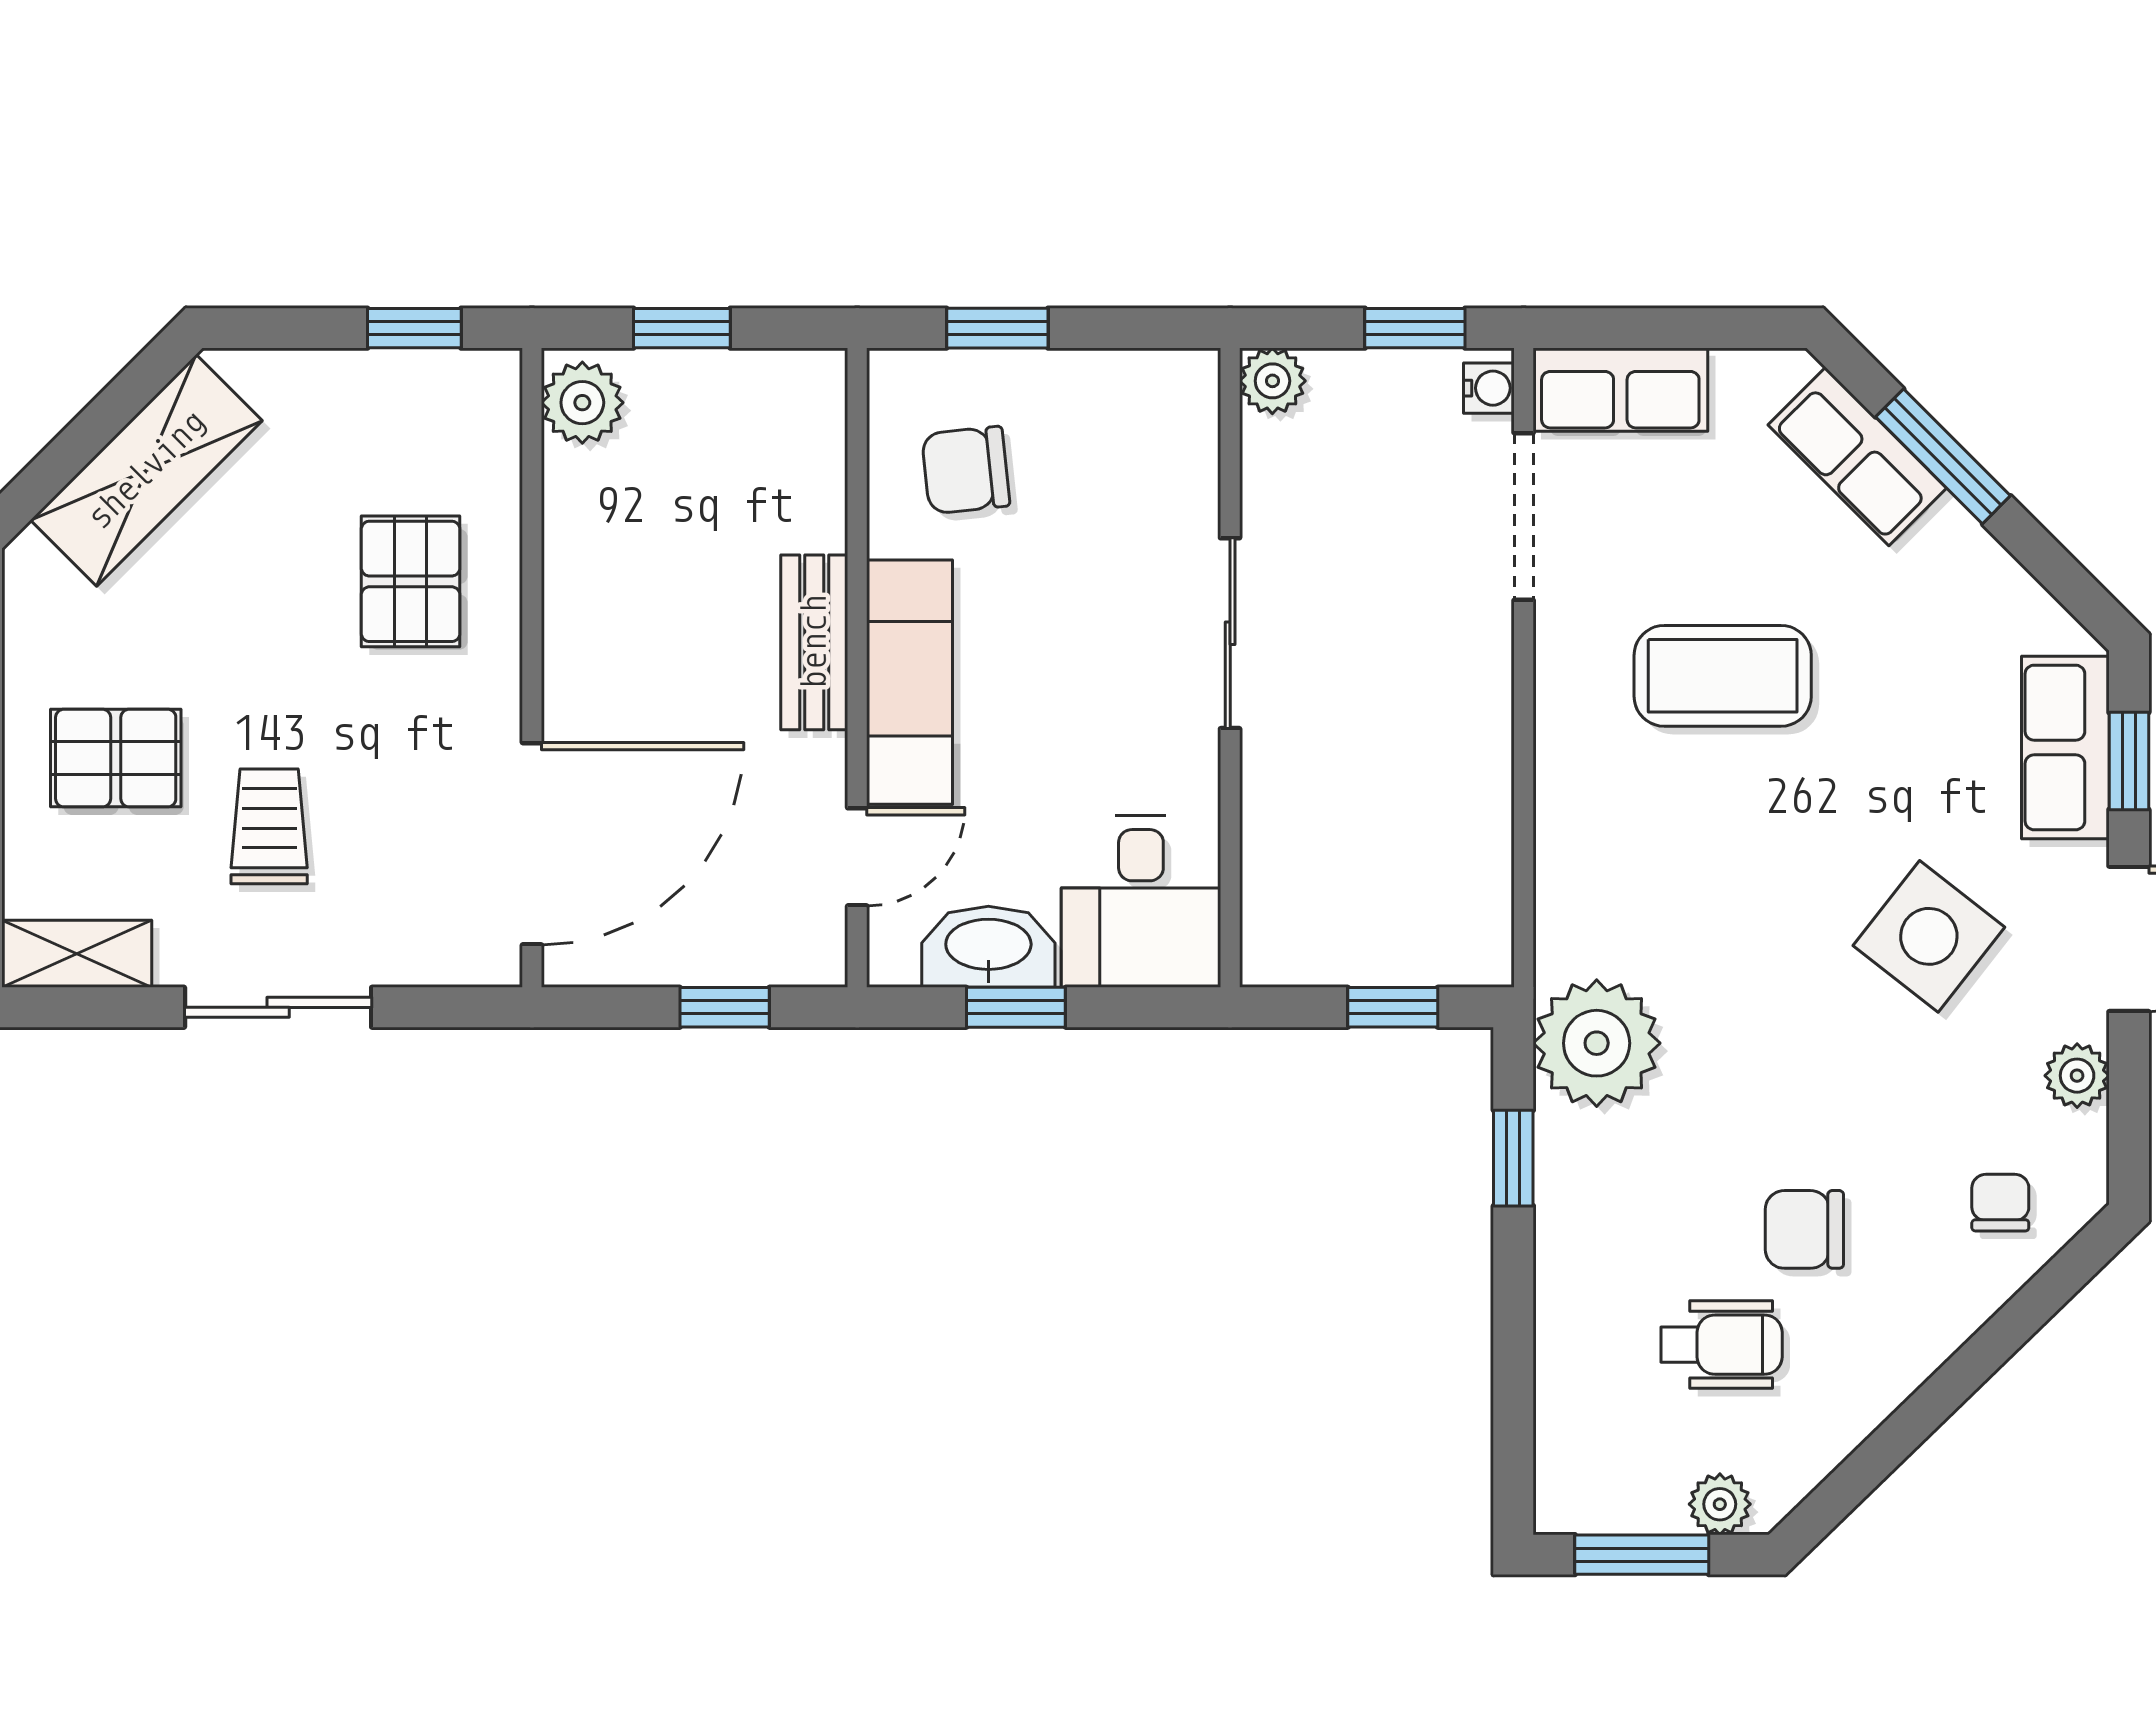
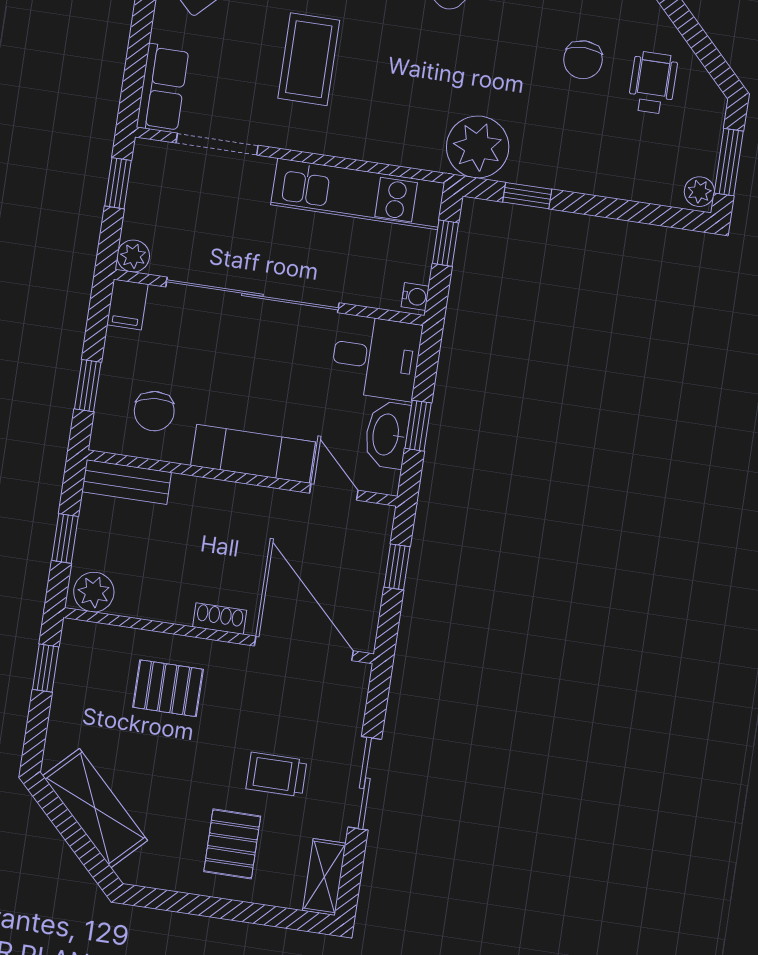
filing cabinet: (1173, 384) -> (127, 304), added
water cooler: (1489, 388) -> (415, 297), moved, turned 90
sliding door: (1230, 633) -> (252, 295), width x1.86
bench: (814, 642) -> (127, 482), moved
shoe rack: (567, 665) -> (220, 619), added
kitchen unit: (1466, 815) -> (358, 194), added
wheelchair: (1721, 1345) -> (653, 83), moved
plant: (1720, 1504) -> (699, 192), moved

